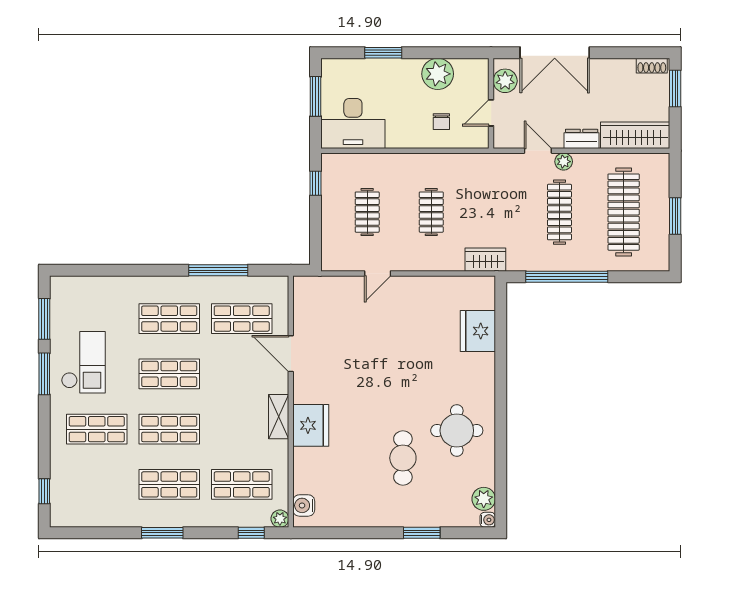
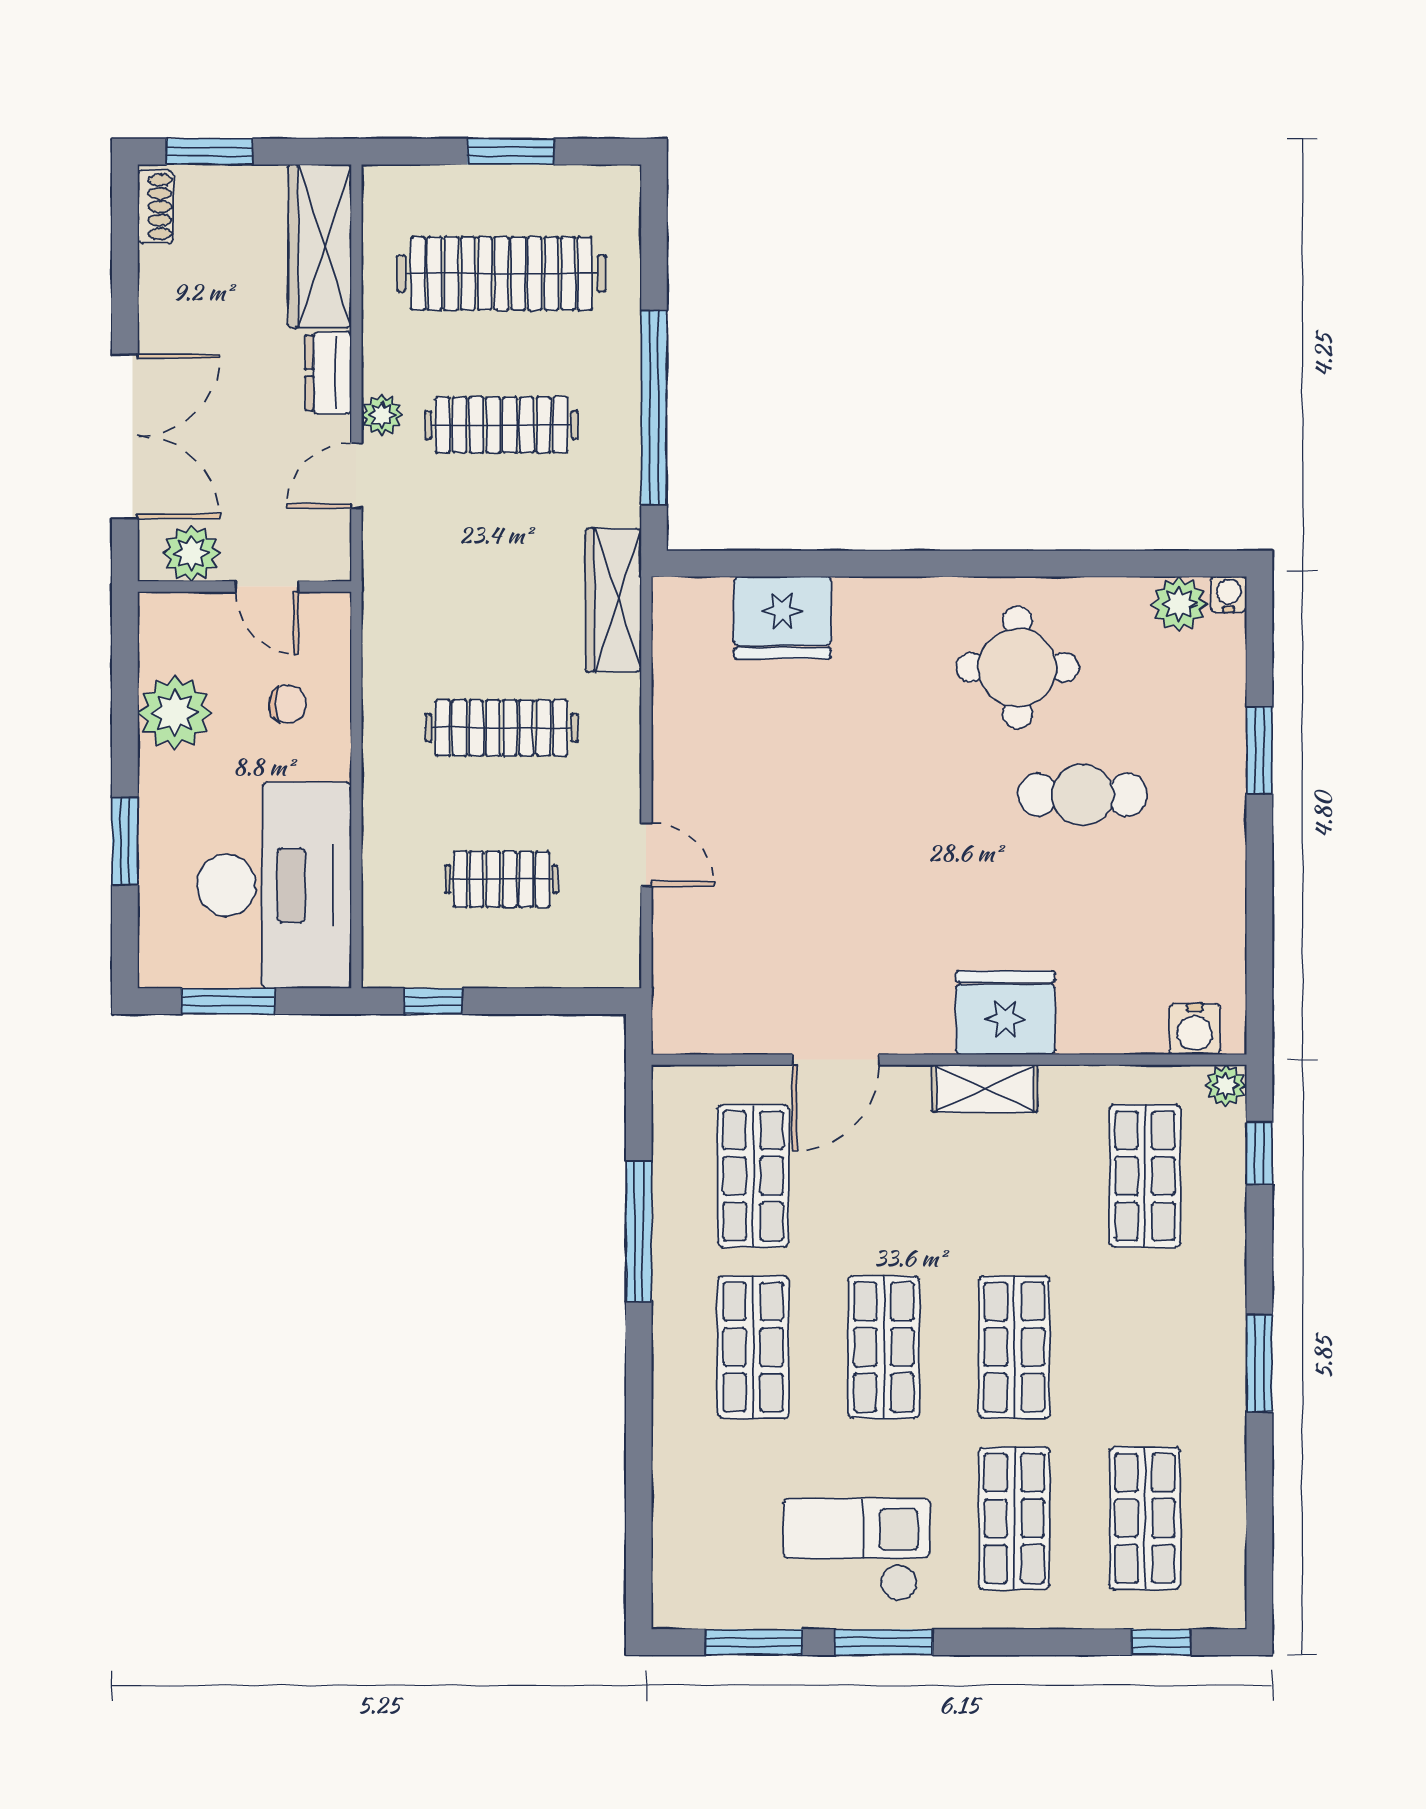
desk: (353, 123) -> (274, 885), width x1.36, depth x1.30
clothes rail: (431, 212) -> (501, 728), width x1.36
wardrobe: (485, 260) -> (614, 600), width x1.50
shop shelf: (169, 484) -> (1145, 1518), moved

